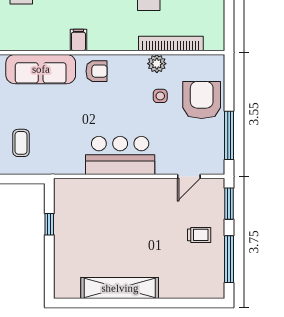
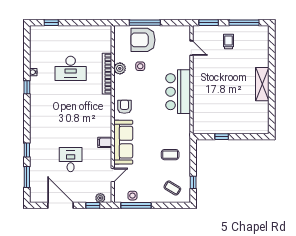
filing cabinet: (78, 40) -> (105, 142), moved
bookcase: (171, 43) -> (107, 74), moved
window: (229, 135) -> (145, 23), moved
shelving: (120, 288) -> (262, 84), width x0.68

